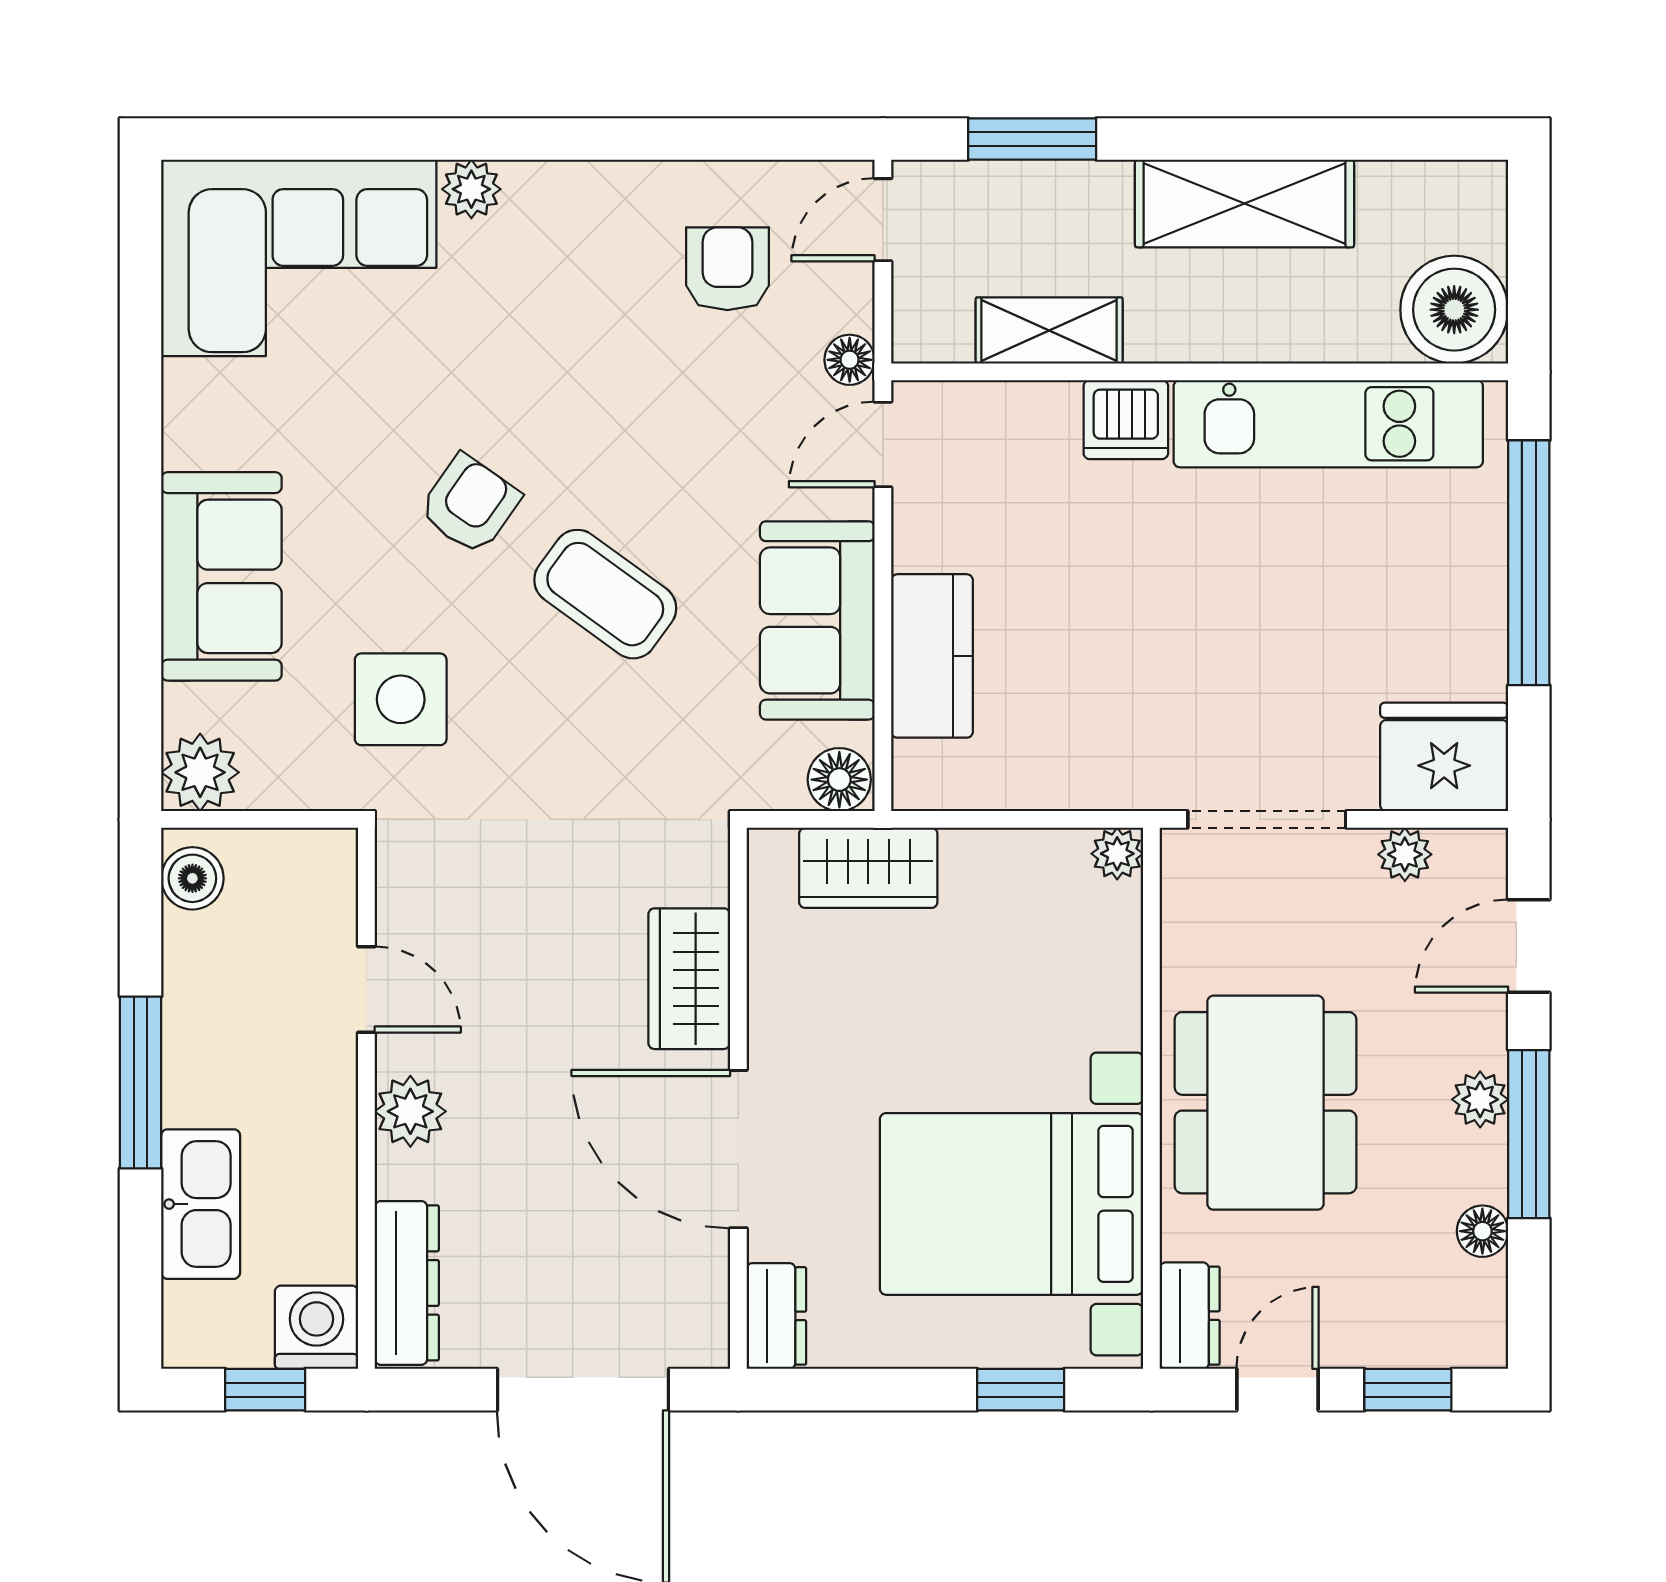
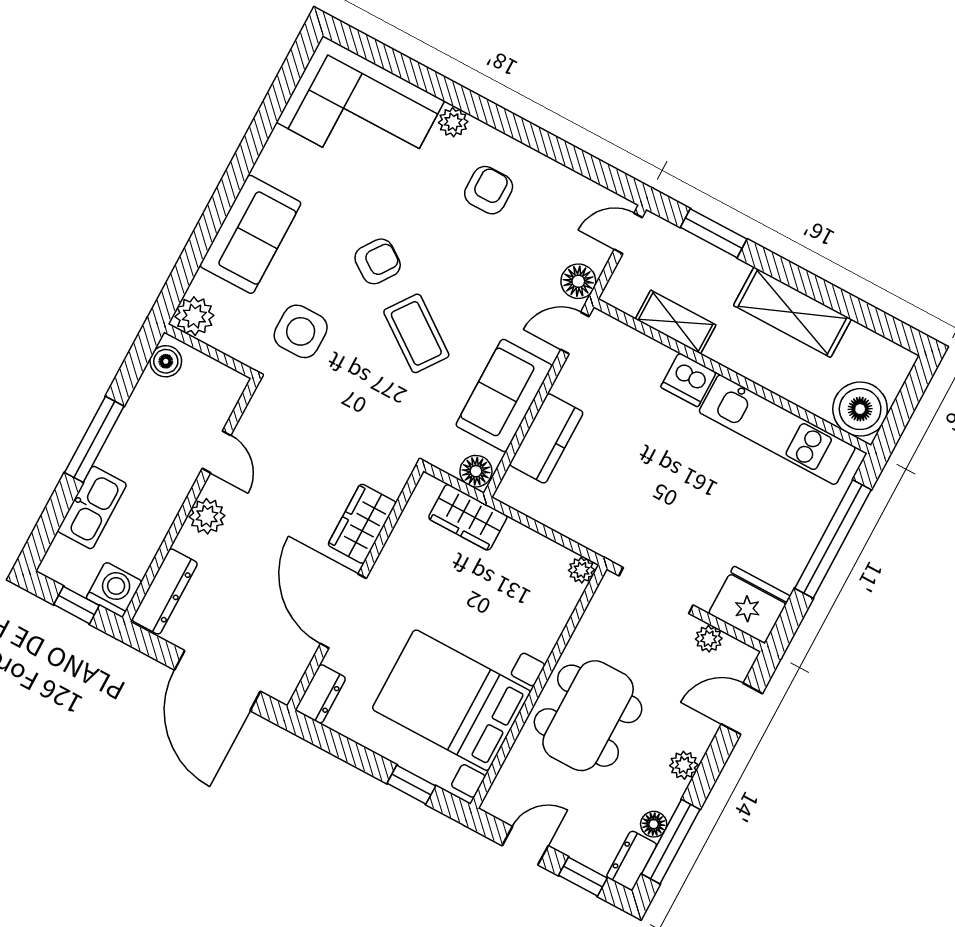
armchair: (727, 269) -> (489, 190), moved
floor lamp: (850, 360) -> (578, 281), width x1.37, depth x1.37
window: (1529, 1134) -> (671, 842), moved
dresser: (1190, 1316) -> (632, 861), moved, turned 180

